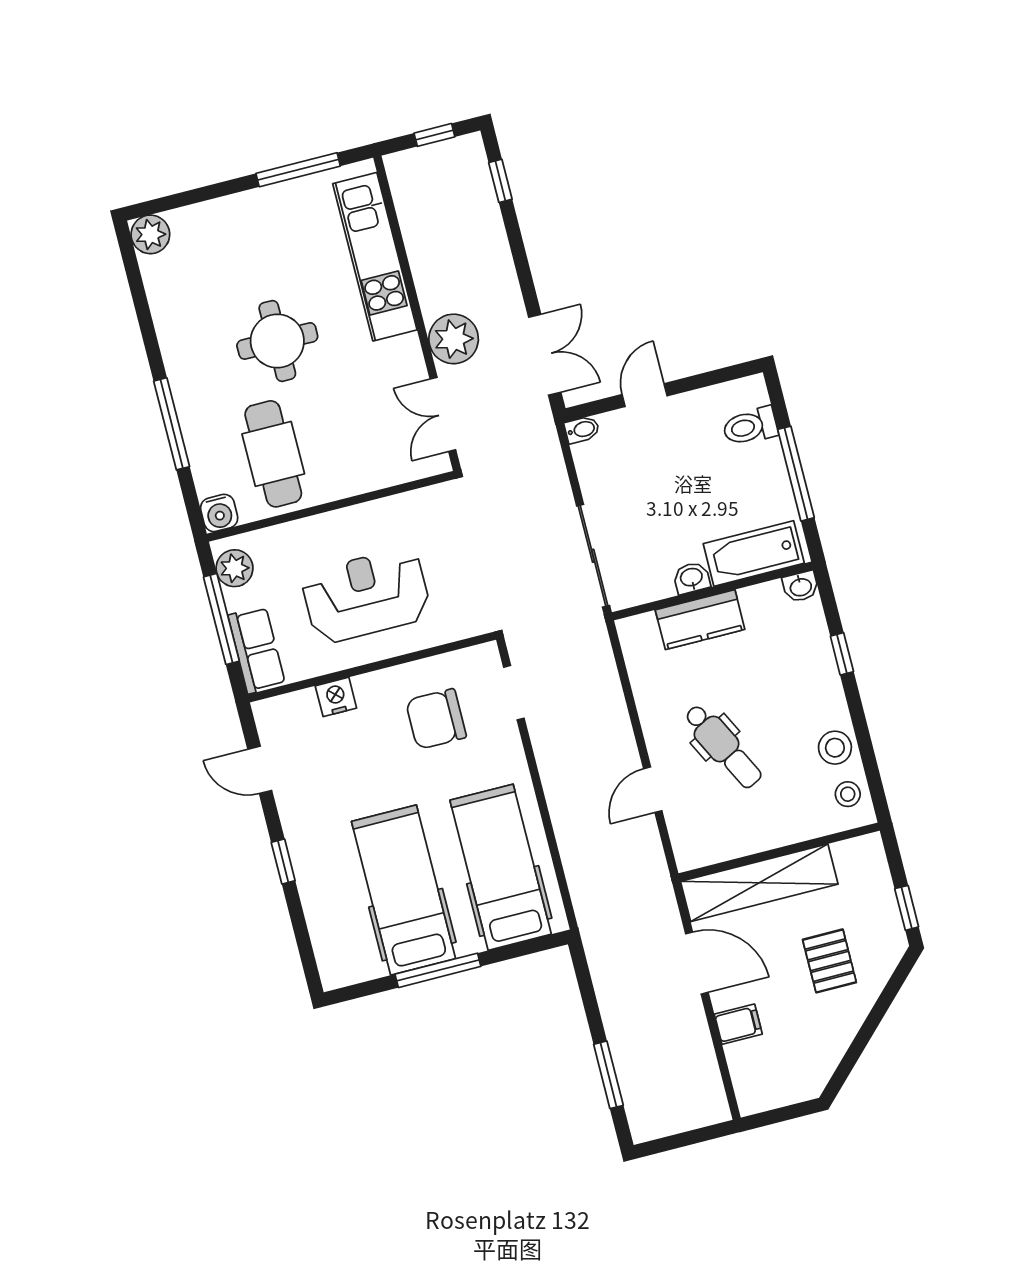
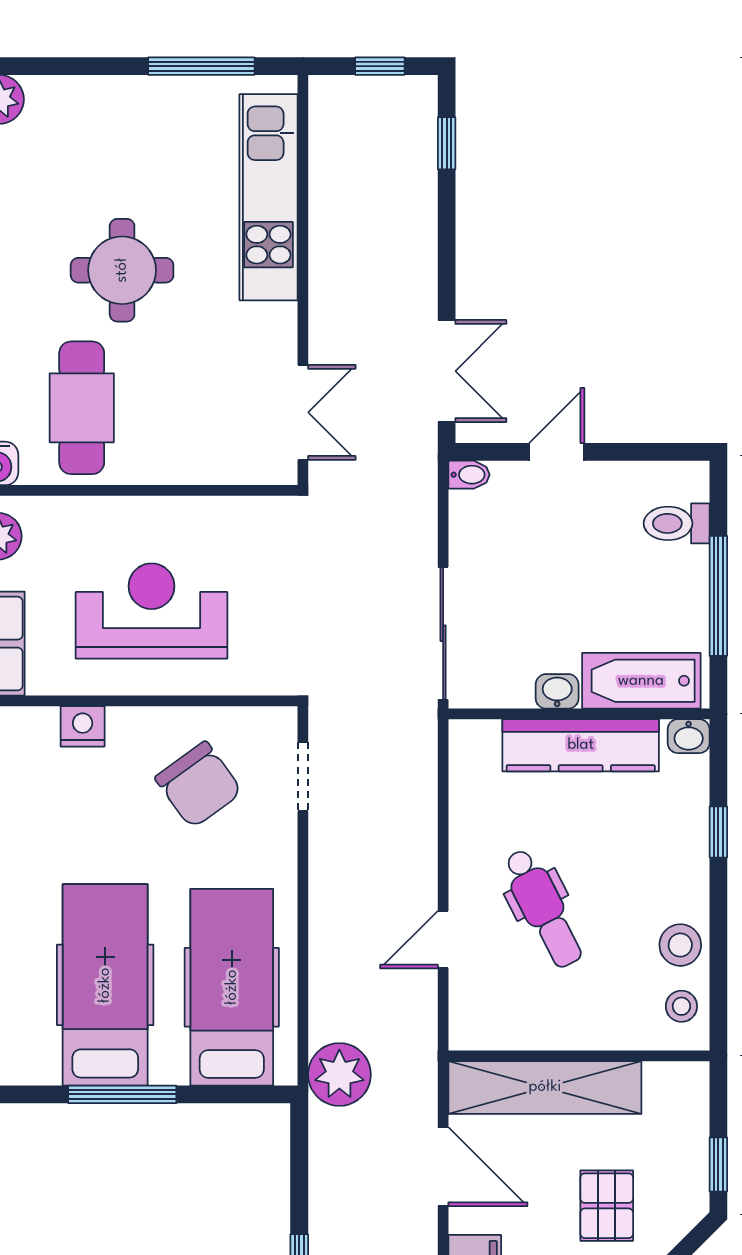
plant: (454, 339) -> (339, 1074), moved
double door: (443, 414) -> (303, 412), swing flipped
kitchen counter: (700, 620) -> (581, 745), width x1.50
chair: (436, 719) -> (199, 785), turned -126

